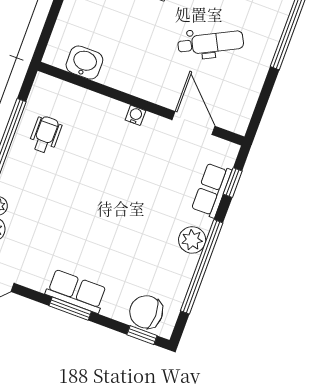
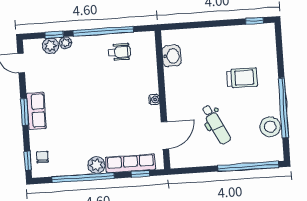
row of seats: (212, 190) -> (131, 163), width x1.48
chair: (146, 312) -> (42, 157), width x0.54, depth x0.54

